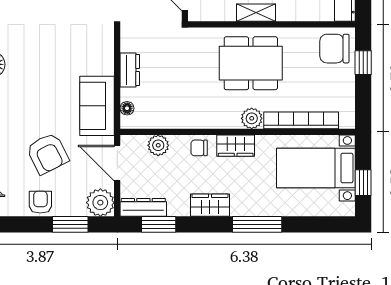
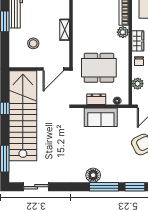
dining table: (251, 63) -> (99, 68), moved, turned 90
sofa: (97, 106) -> (101, 117), moved

